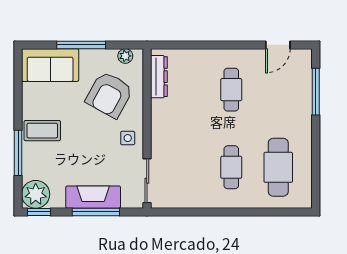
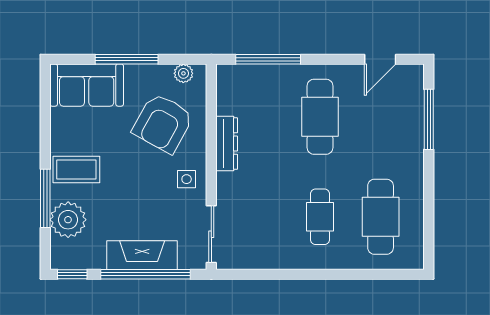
window: (191, 45) -> (268, 59), added
dresser: (159, 77) -> (227, 144), moved
cafe table: (231, 90) -> (320, 117), width x1.37, depth x1.35
plant: (36, 194) -> (68, 220), moved
window: (96, 212) -> (146, 274), width x1.46

